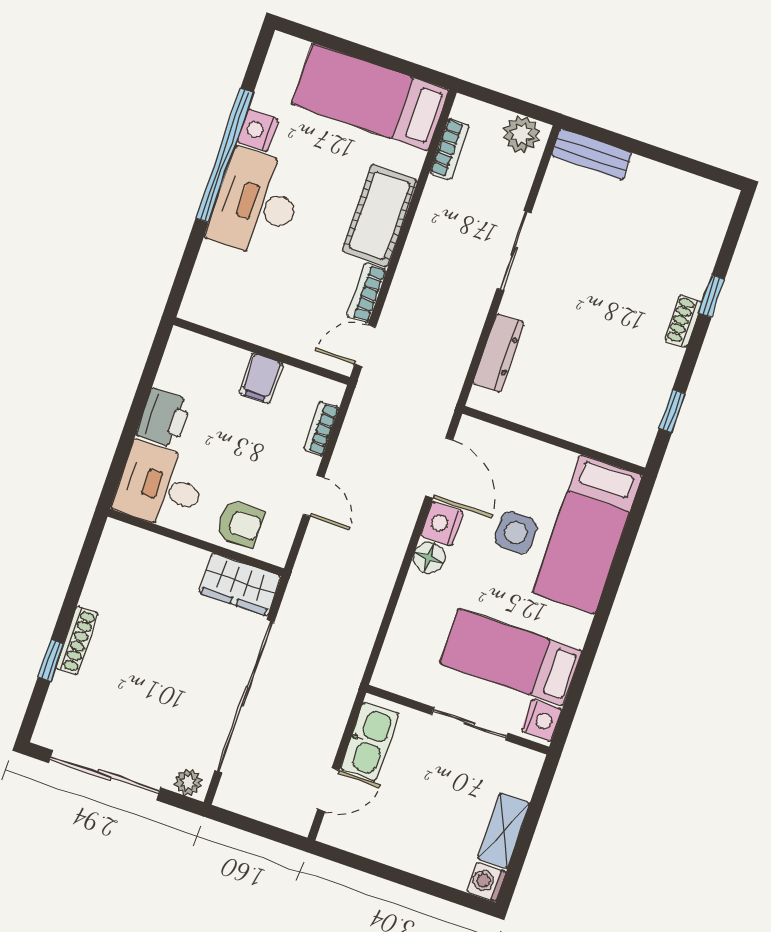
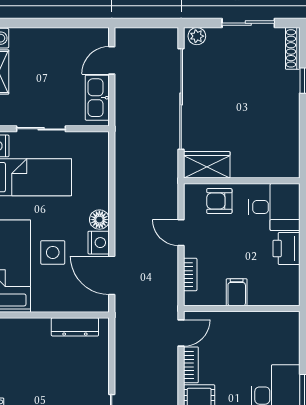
dresser: (499, 353) -> (75, 327), moved, turned -90
shoe rack: (77, 640) -> (293, 48), moved
sliding door: (105, 775) -> (248, 23), width x0.73

